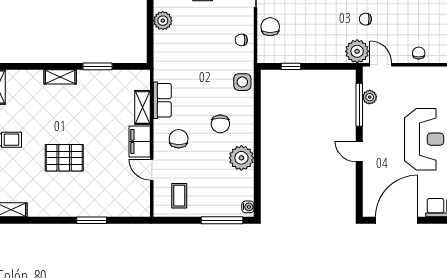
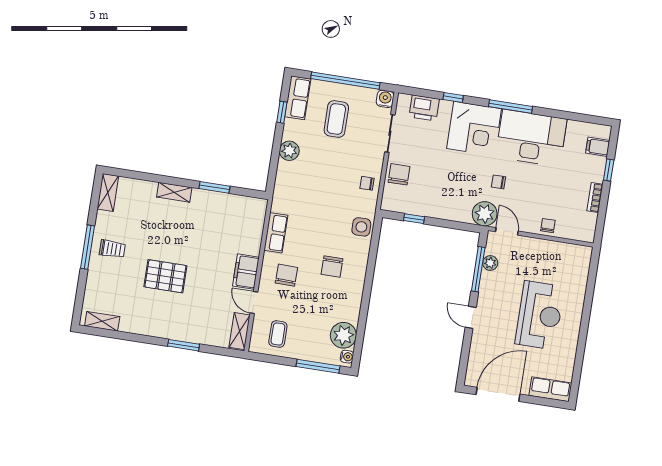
shelving: (142, 107) -> (240, 331), moved
plant: (241, 158) -> (343, 335), moved

